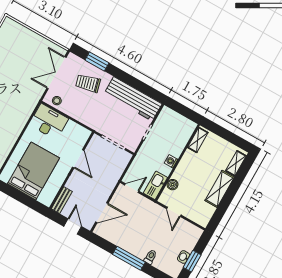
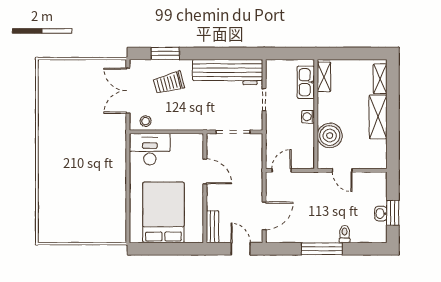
kitchen sink: (155, 185) -> (306, 82), moved
boiler: (173, 185) -> (330, 136), width x1.86, depth x1.86

